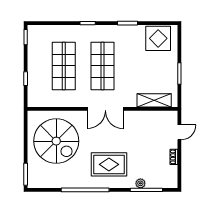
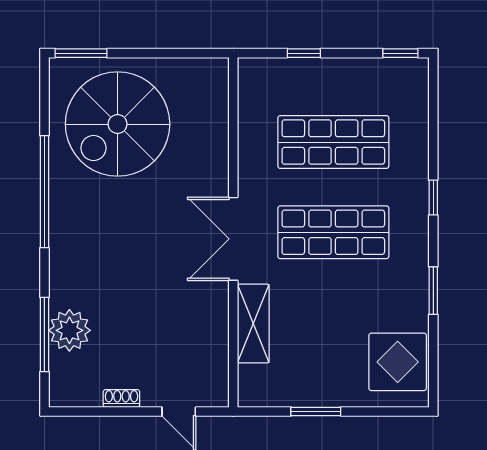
shelving: (154, 100) -> (253, 323), moved
spiral stairs: (56, 141) -> (118, 124), moved
rug: (109, 164) -> (104, 247), removed
plant: (140, 183) -> (69, 330), width x1.87, depth x1.87

